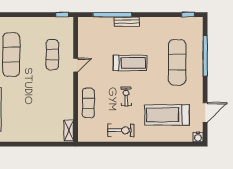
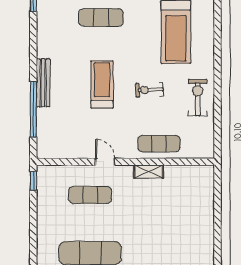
bench: (127, 22) -> (43, 83), width x1.36
exercise mat: (177, 62) -> (101, 18), width x0.73, depth x0.69
shelving: (69, 130) -> (149, 171), moved

